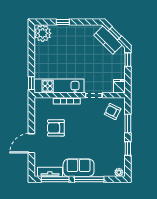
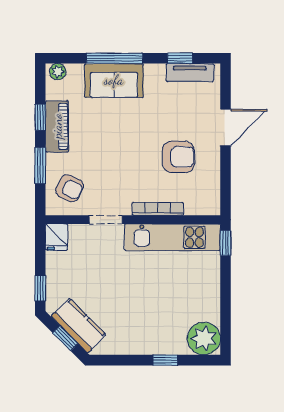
piano: (119, 144) -> (57, 126), added
sofa: (79, 168) -> (114, 80), moved
window: (55, 179) -> (180, 58), width x0.46

